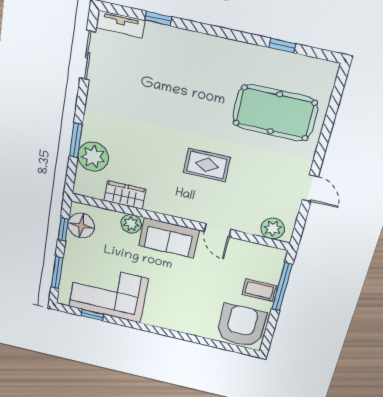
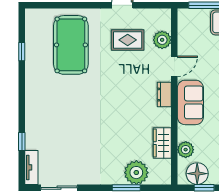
rug: (207, 165) -> (128, 40), moved, turned 90
dresser: (185, 211) -> (164, 95), added
plant: (131, 224) -> (186, 150), moved
plant: (273, 229) -> (162, 40), moved

